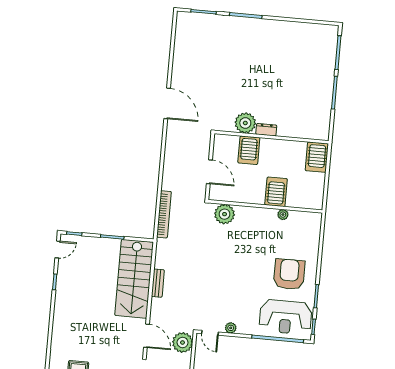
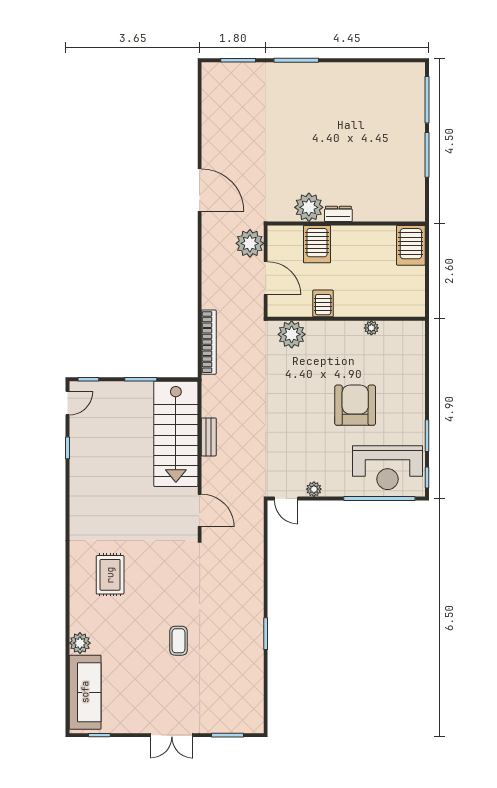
server rack: (276, 192) -> (323, 303), moved, width x0.73, depth x0.70
armchair: (289, 274) -> (355, 405), moved
plant: (183, 342) -> (250, 243), moved

